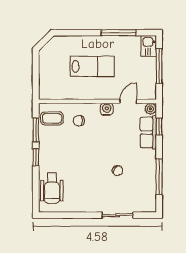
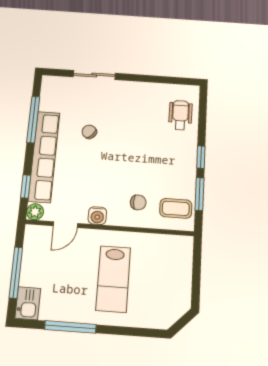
lab bench: (92, 66) -> (113, 279), turned -90
row of seats: (148, 132) -> (44, 156), width x2.02
wheelchair: (52, 188) -> (180, 115), width x0.73, depth x0.73

